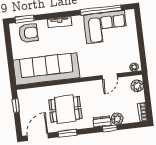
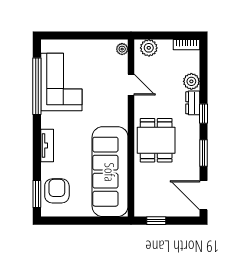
dining table: (65, 109) -> (156, 140), moved
window: (110, 128) -> (203, 114), moved

